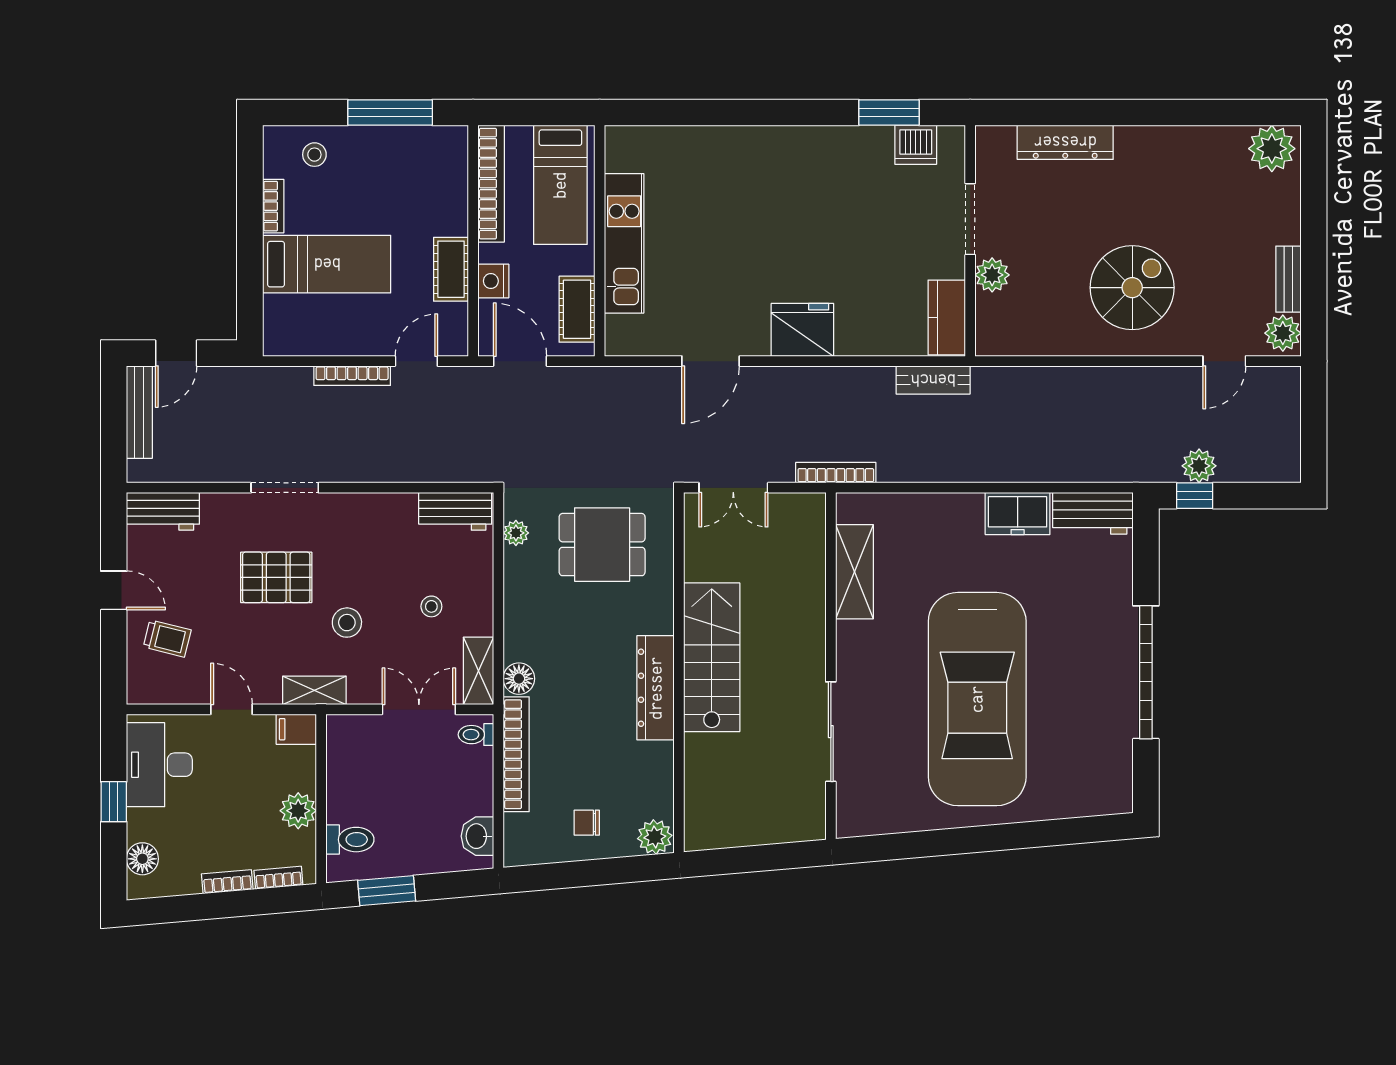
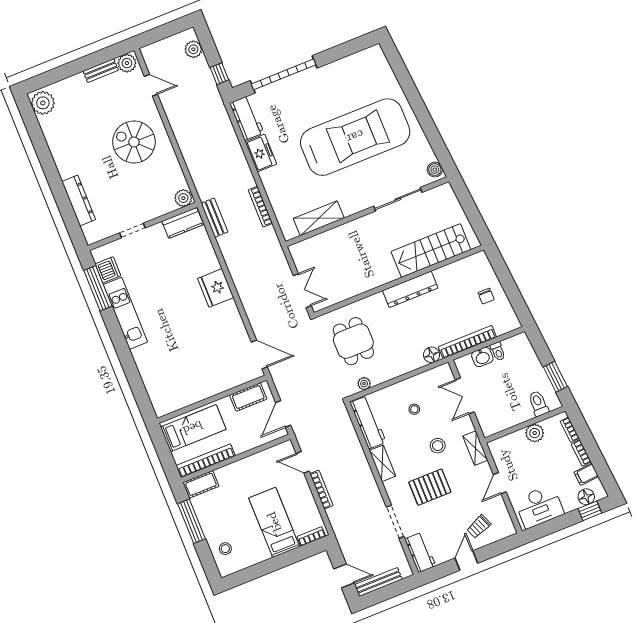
window: (889, 113) -> (98, 288), width x1.44
bookcase: (273, 206) -> (311, 536), moved
doorway: (970, 219) -> (132, 230), width x0.73
kitchen unit: (624, 243) -> (125, 313), moved, turned 90
cot: (451, 269) -> (201, 484), moved
plant: (992, 275) -> (183, 198), moved
nightstand: (493, 281) -> (251, 441), removed
door: (711, 361) -> (259, 354), moved
plant: (1199, 466) -> (193, 49), moved
bookcase: (836, 473) -> (260, 207), moved
doorway: (285, 488) -> (395, 522), moved
workbench: (455, 511) -> (368, 422), width x1.38
pallet: (276, 577) -> (430, 487), turned 90
trolley: (167, 638) -> (479, 527), turned -126
stairs: (712, 657) -> (431, 251), moved
shelving: (478, 671) -> (382, 463), moved, turned 90
garage door: (1146, 672) -> (284, 74), moved
filing cabinet: (296, 729) -> (586, 474), moved, turned 85
toilet: (476, 735) -> (498, 351), moved
window: (114, 802) -> (590, 511), moved
boiler: (858, 822) -> (435, 170), added
washbasin: (477, 836) -> (482, 357), moved
plant: (655, 837) -> (480, 262), removed

